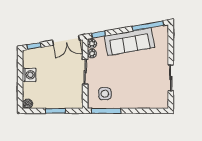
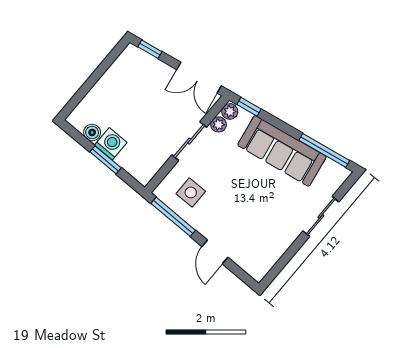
washing machine: (29, 75) -> (111, 144), moved, turned -90
sliding door: (171, 78) -> (321, 216), moved
boiler: (28, 104) -> (92, 132), moved
door: (137, 111) -> (215, 252), added

